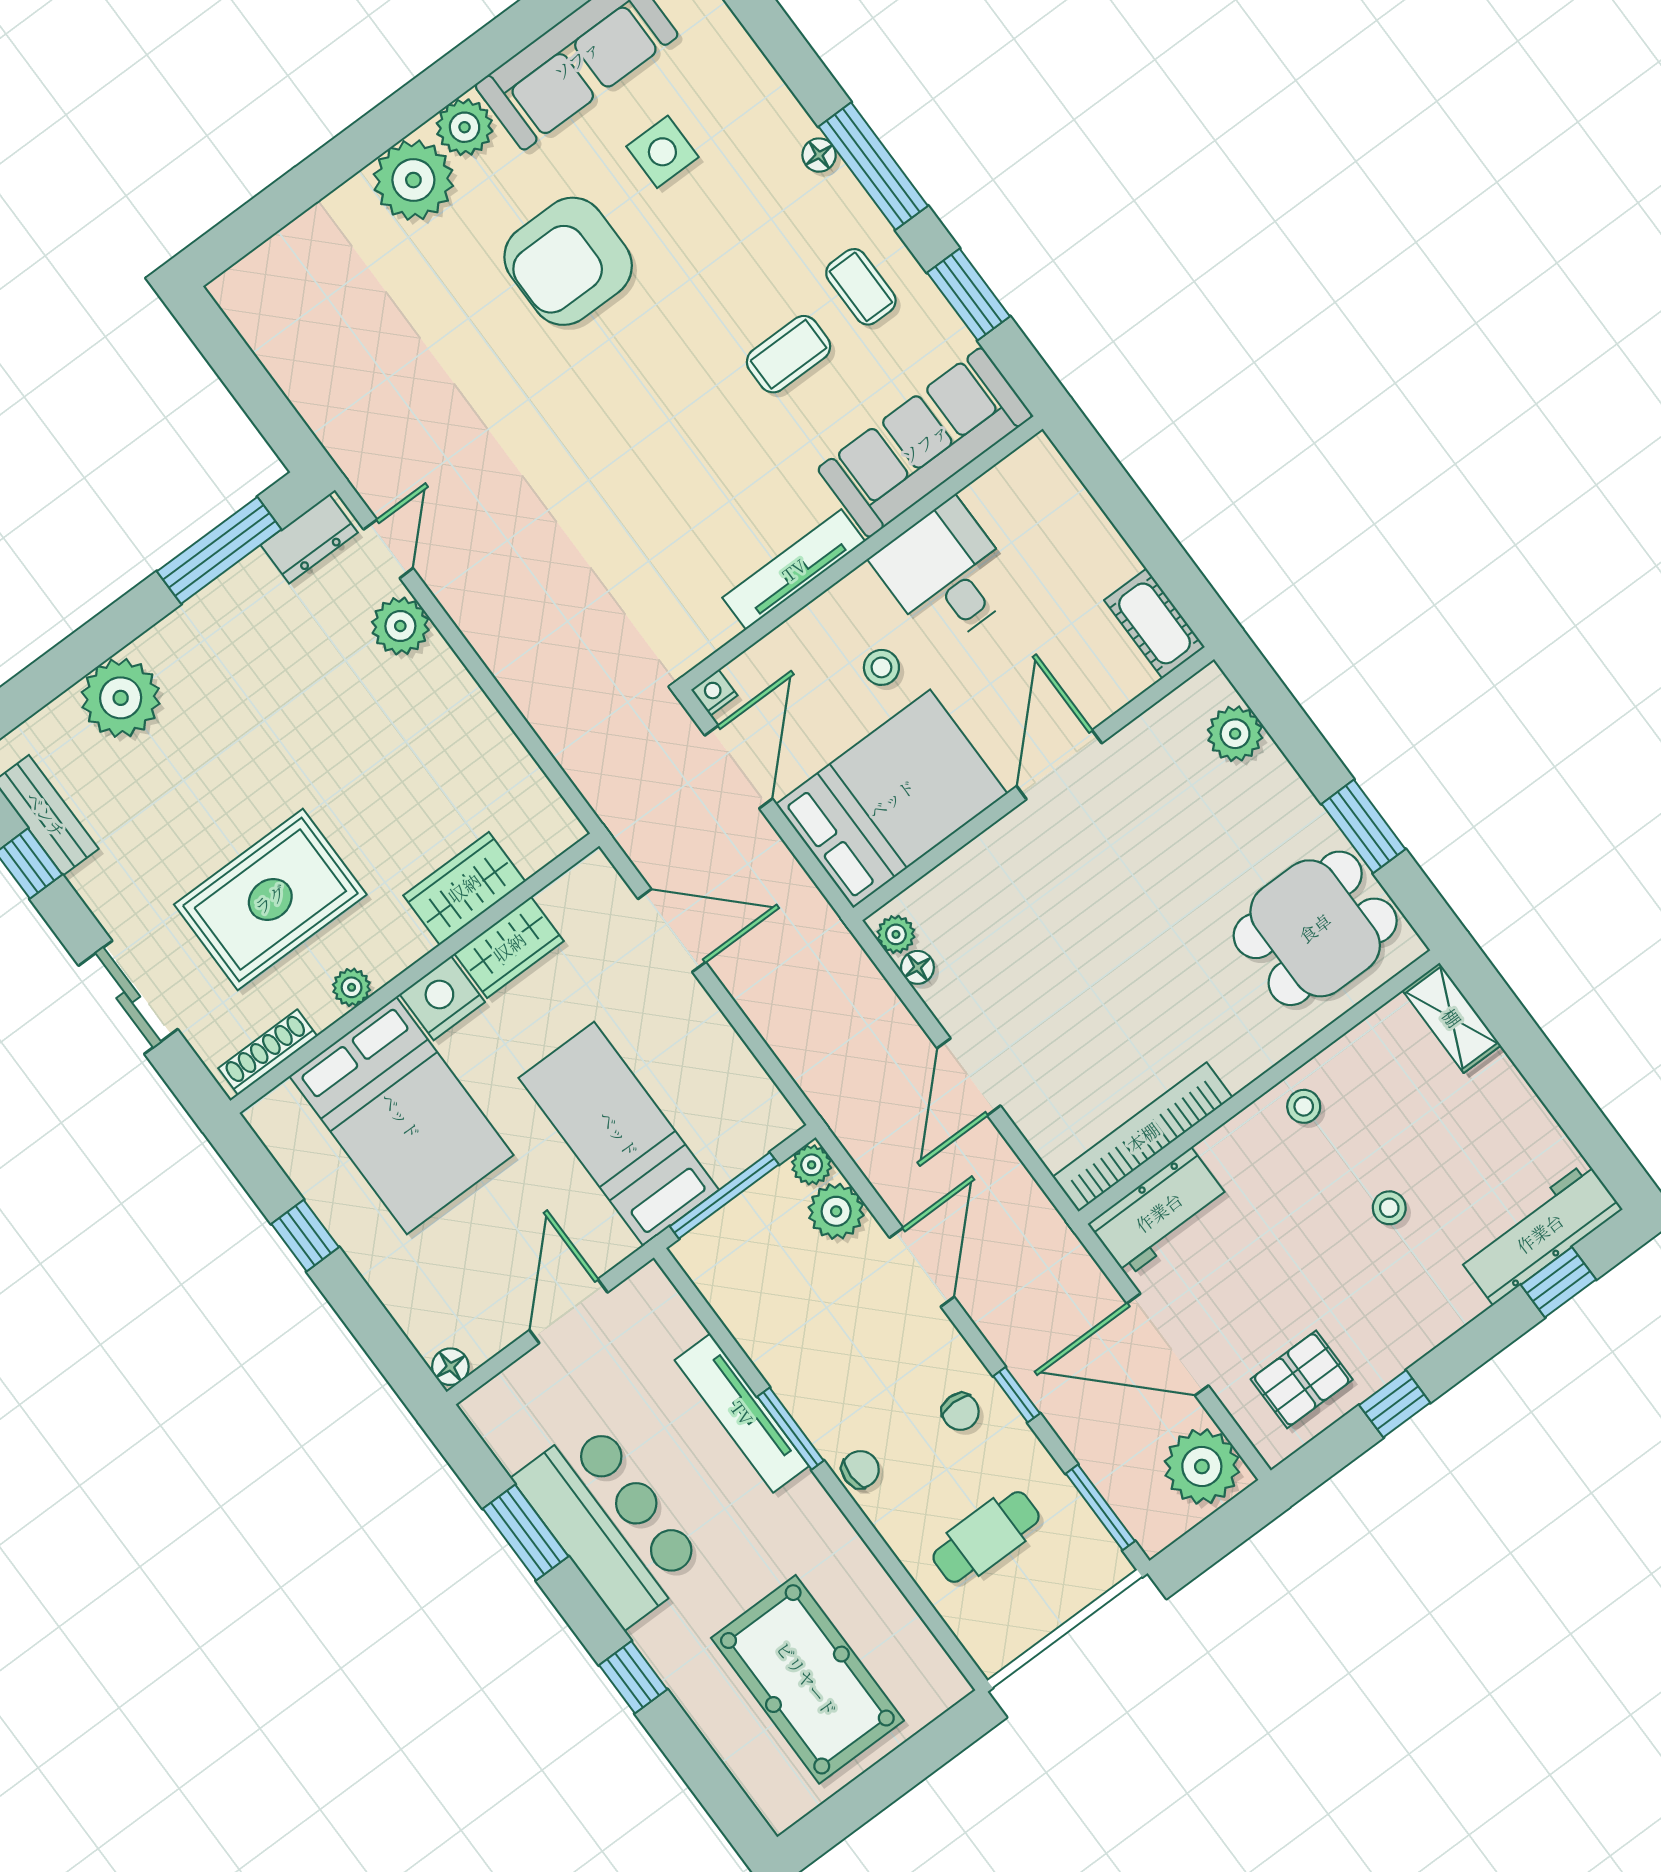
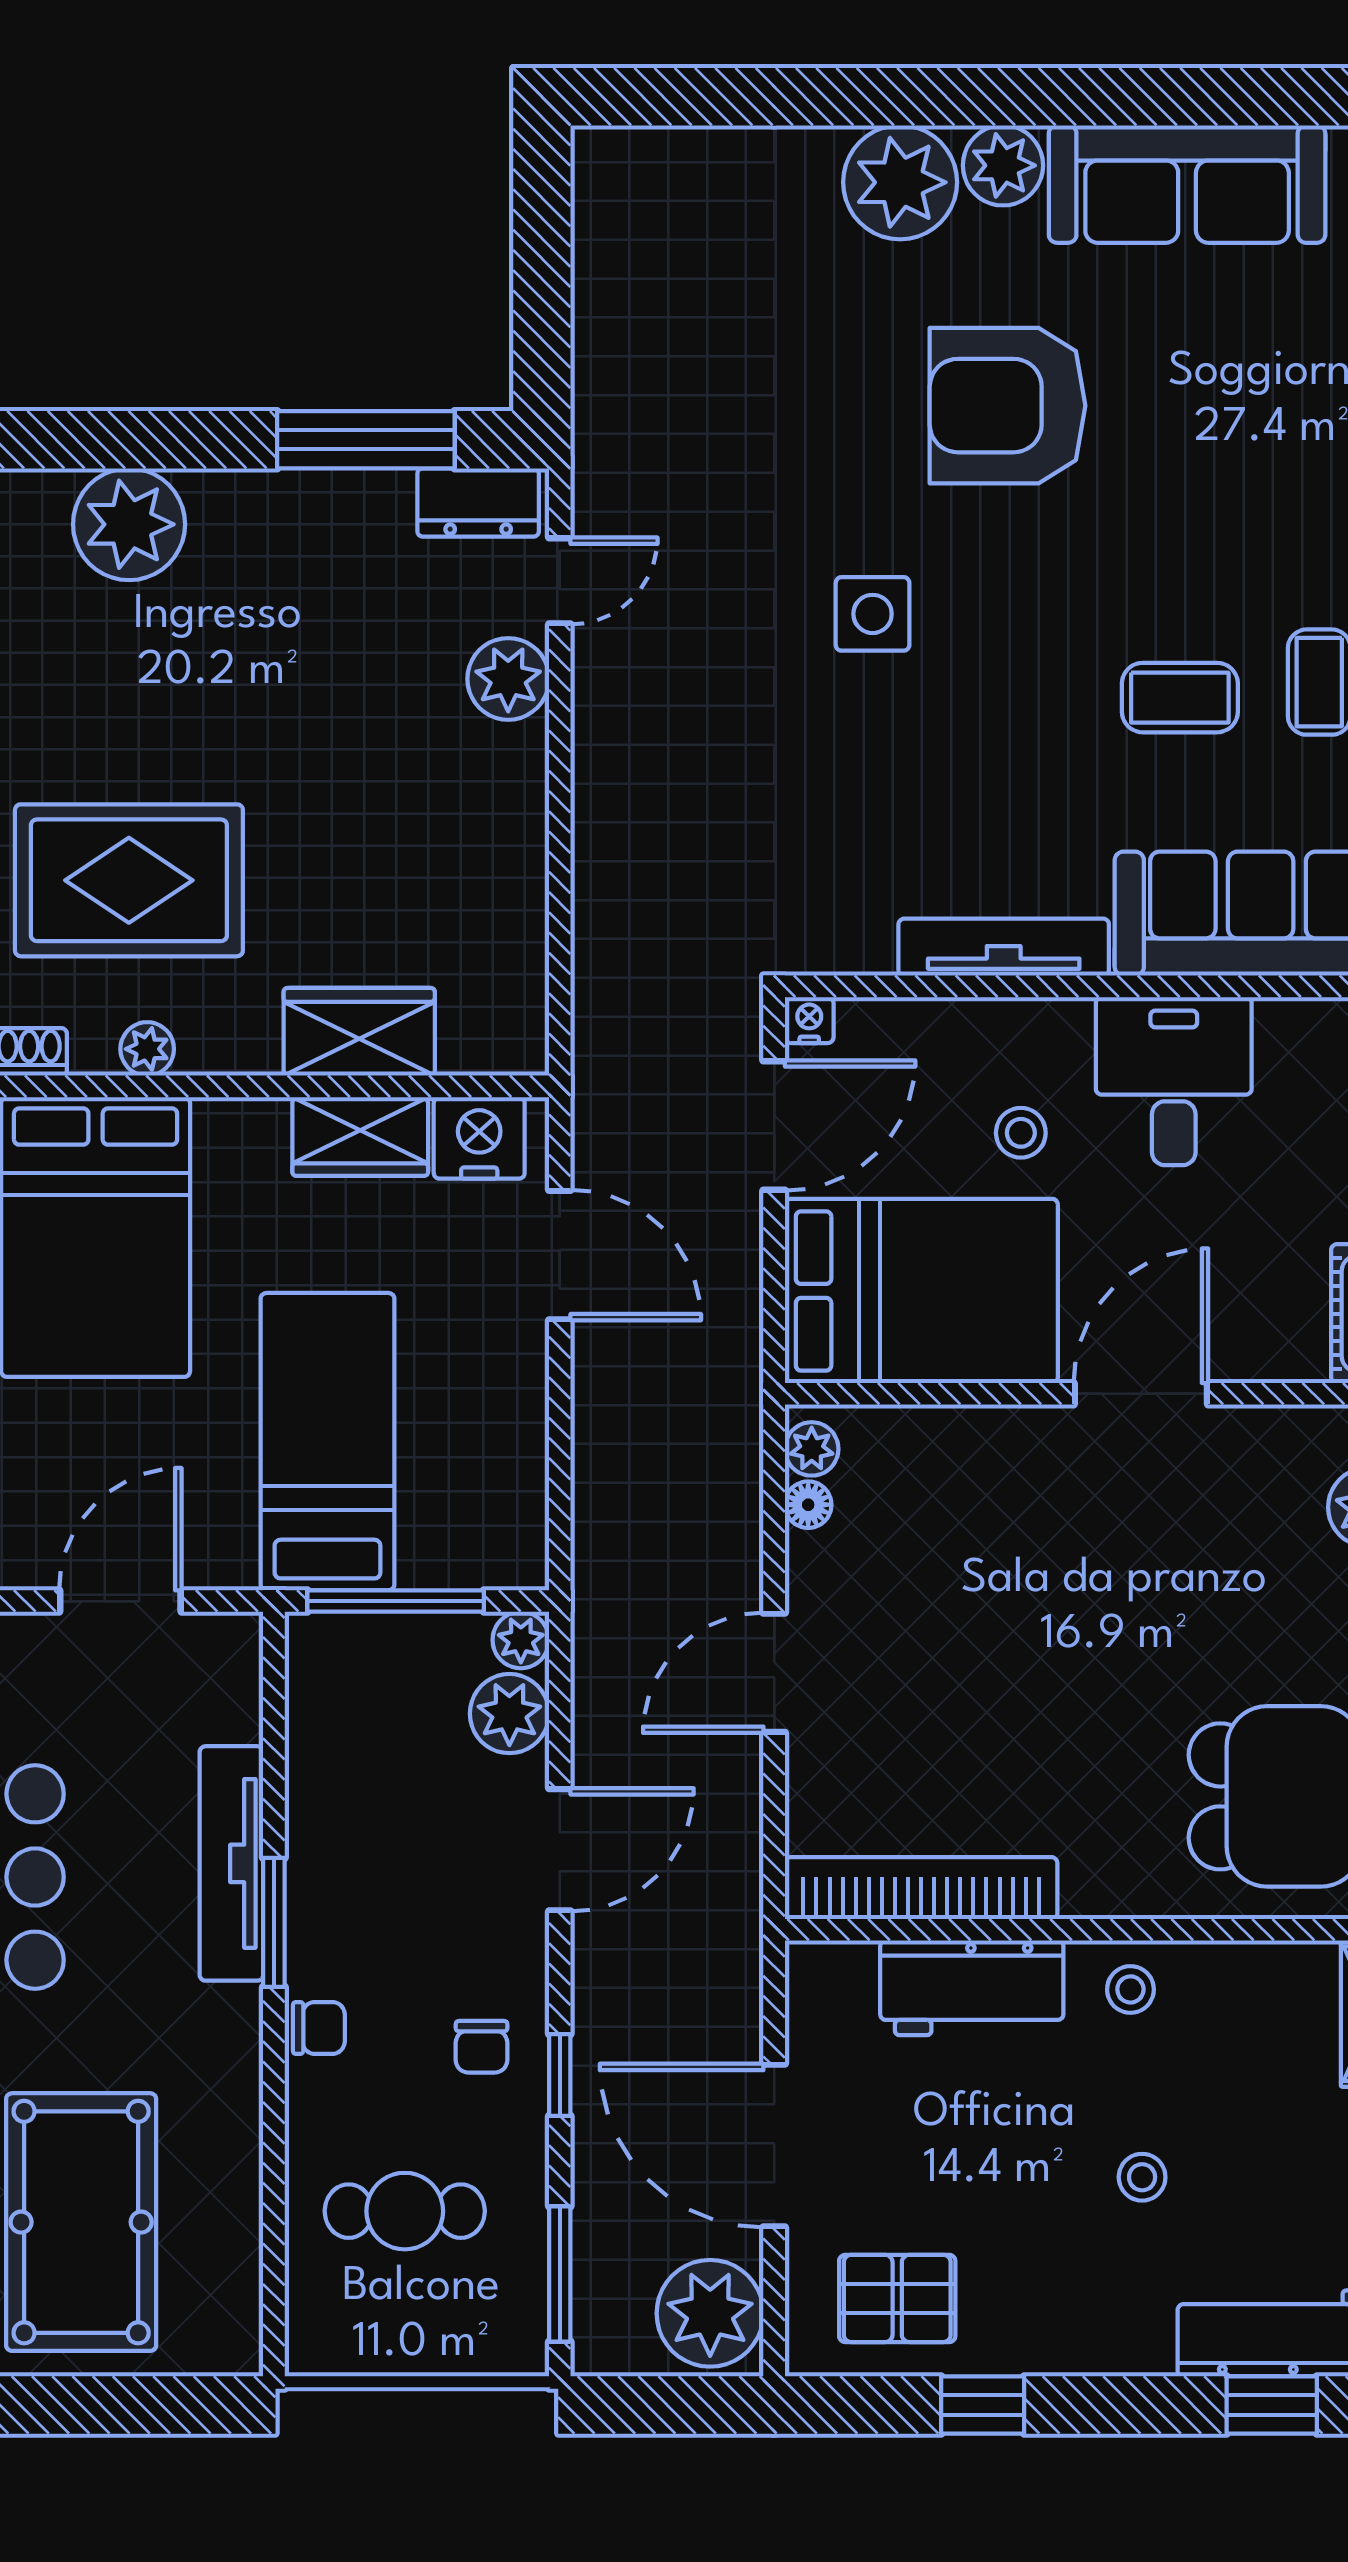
side table: (662, 152) -> (873, 614), moved
nightstand: (442, 998) -> (479, 1138), moved
workbench: (1159, 1212) -> (972, 1988), moved

